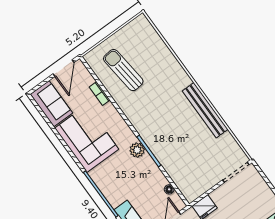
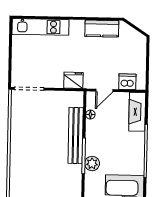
bench: (205, 110) -> (76, 136), moved

